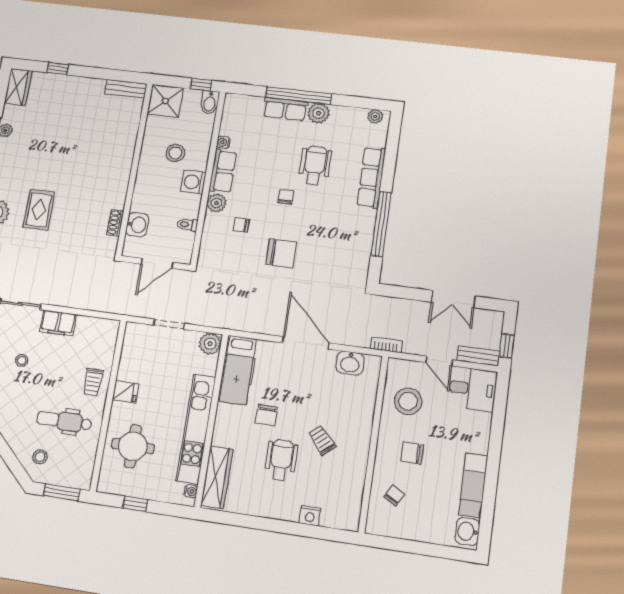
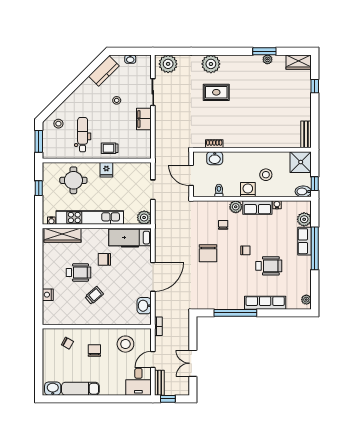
plant: (319, 113) -> (304, 219), moved

